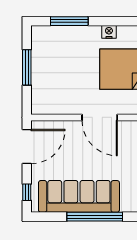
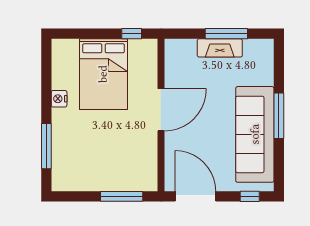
window: (27, 67) -> (122, 196), moved
window: (95, 217) -> (279, 116), width x0.68

